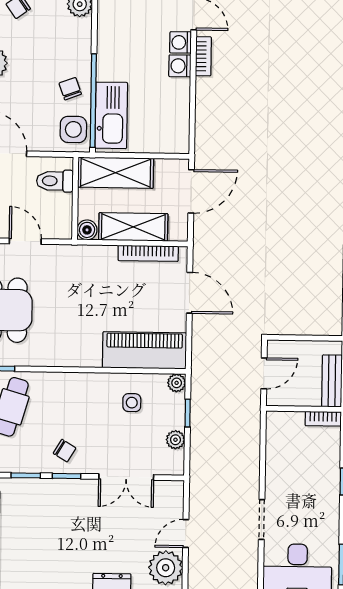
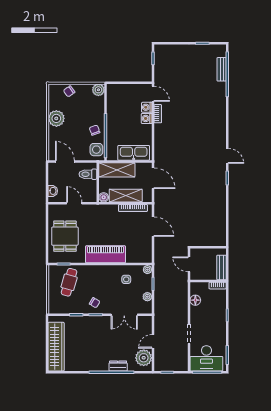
kitchen sink: (111, 115) -> (134, 153), moved, turned -90
door: (191, 191) -> (153, 178), hinge flipped
piano: (144, 350) -> (106, 254), moved
door: (264, 373) -> (189, 264), swing flipped
floor lamp: (276, 449) -> (195, 300), added

